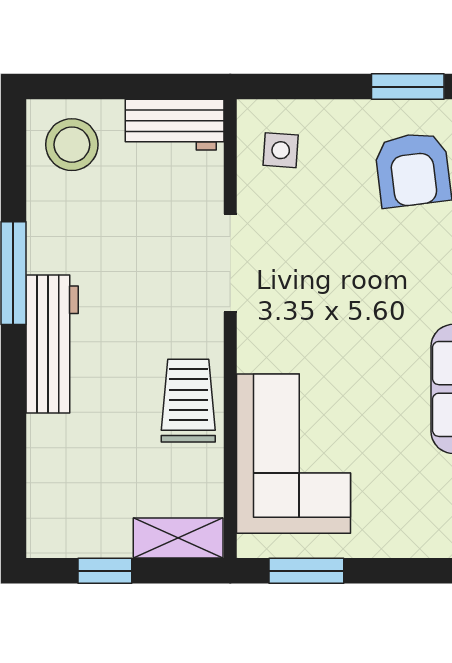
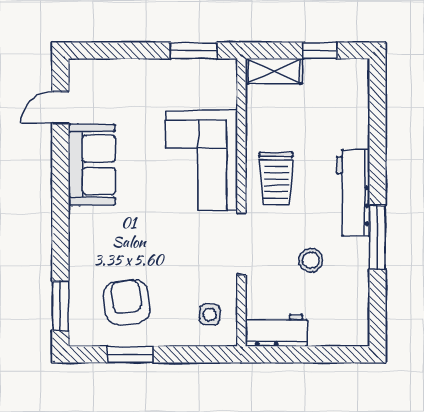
stool: (72, 145) -> (311, 260), moved, width x0.73, depth x0.73
trolley: (188, 401) -> (276, 179), moved
corner sofa: (293, 454) -> (202, 160), moved

